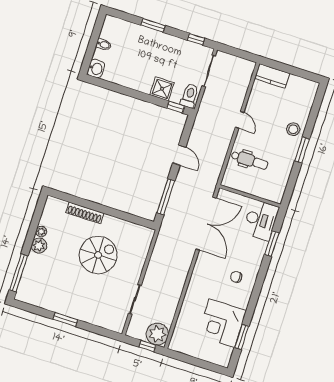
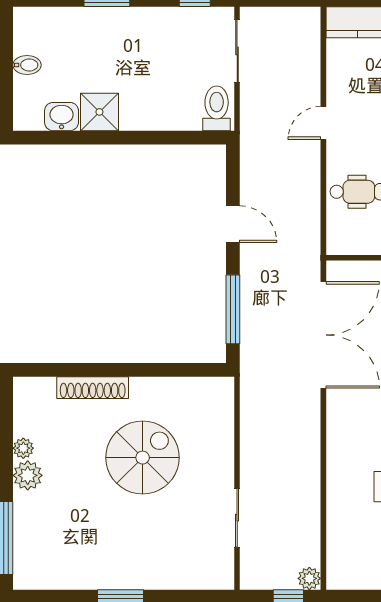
washbasin: (96, 69) -> (62, 117), moved, turned -90
shower: (162, 89) -> (99, 112), moved
window: (176, 107) -> (197, 138), removed
door: (240, 120) -> (323, 123), swing flipped
plant: (157, 334) -> (309, 578), width x0.53, depth x0.53

